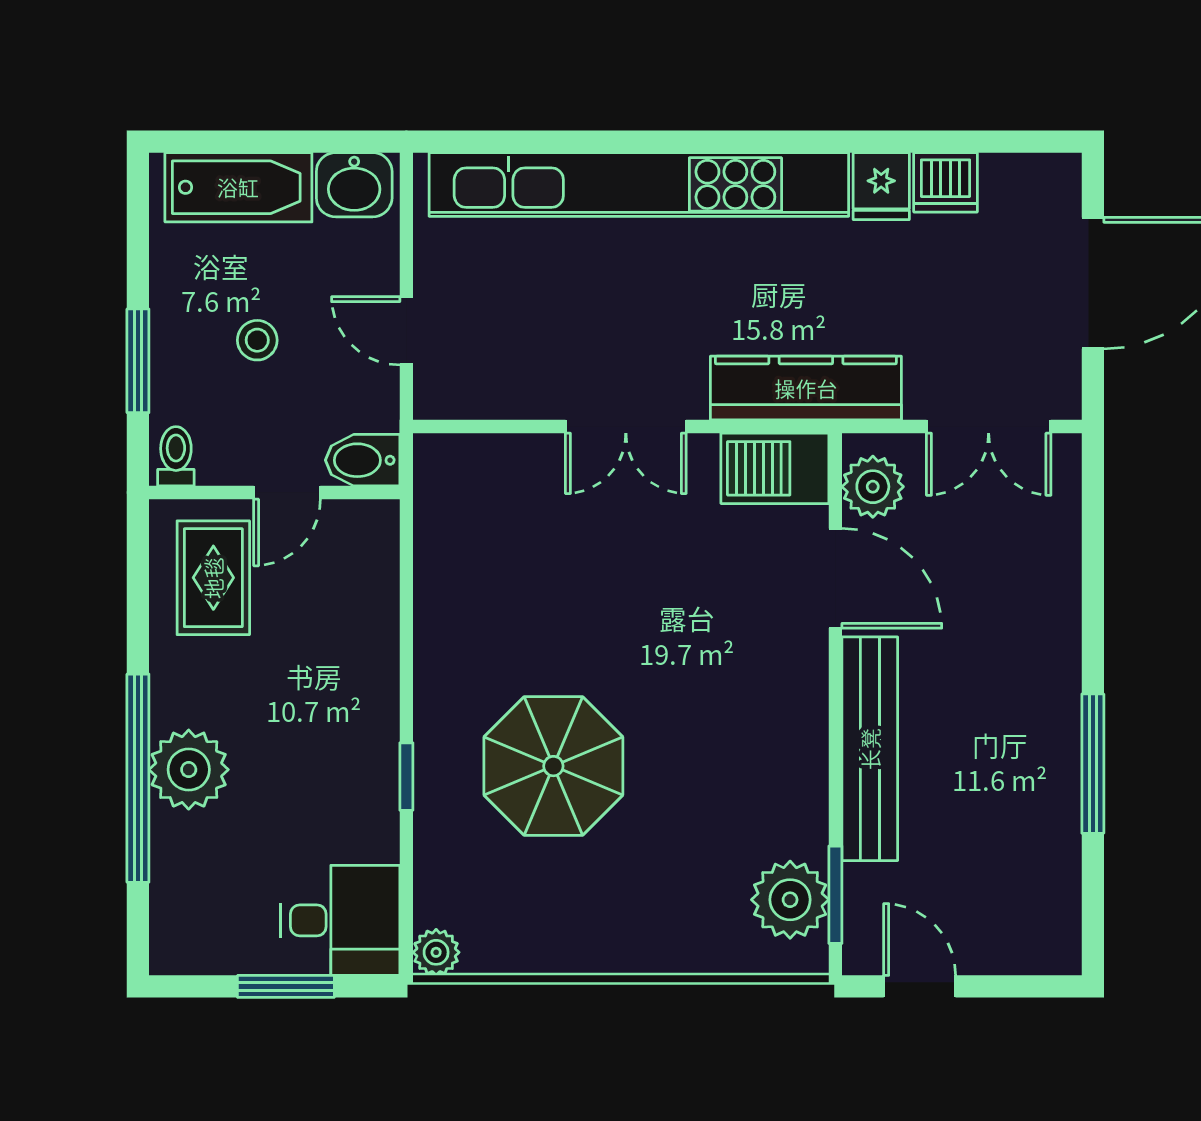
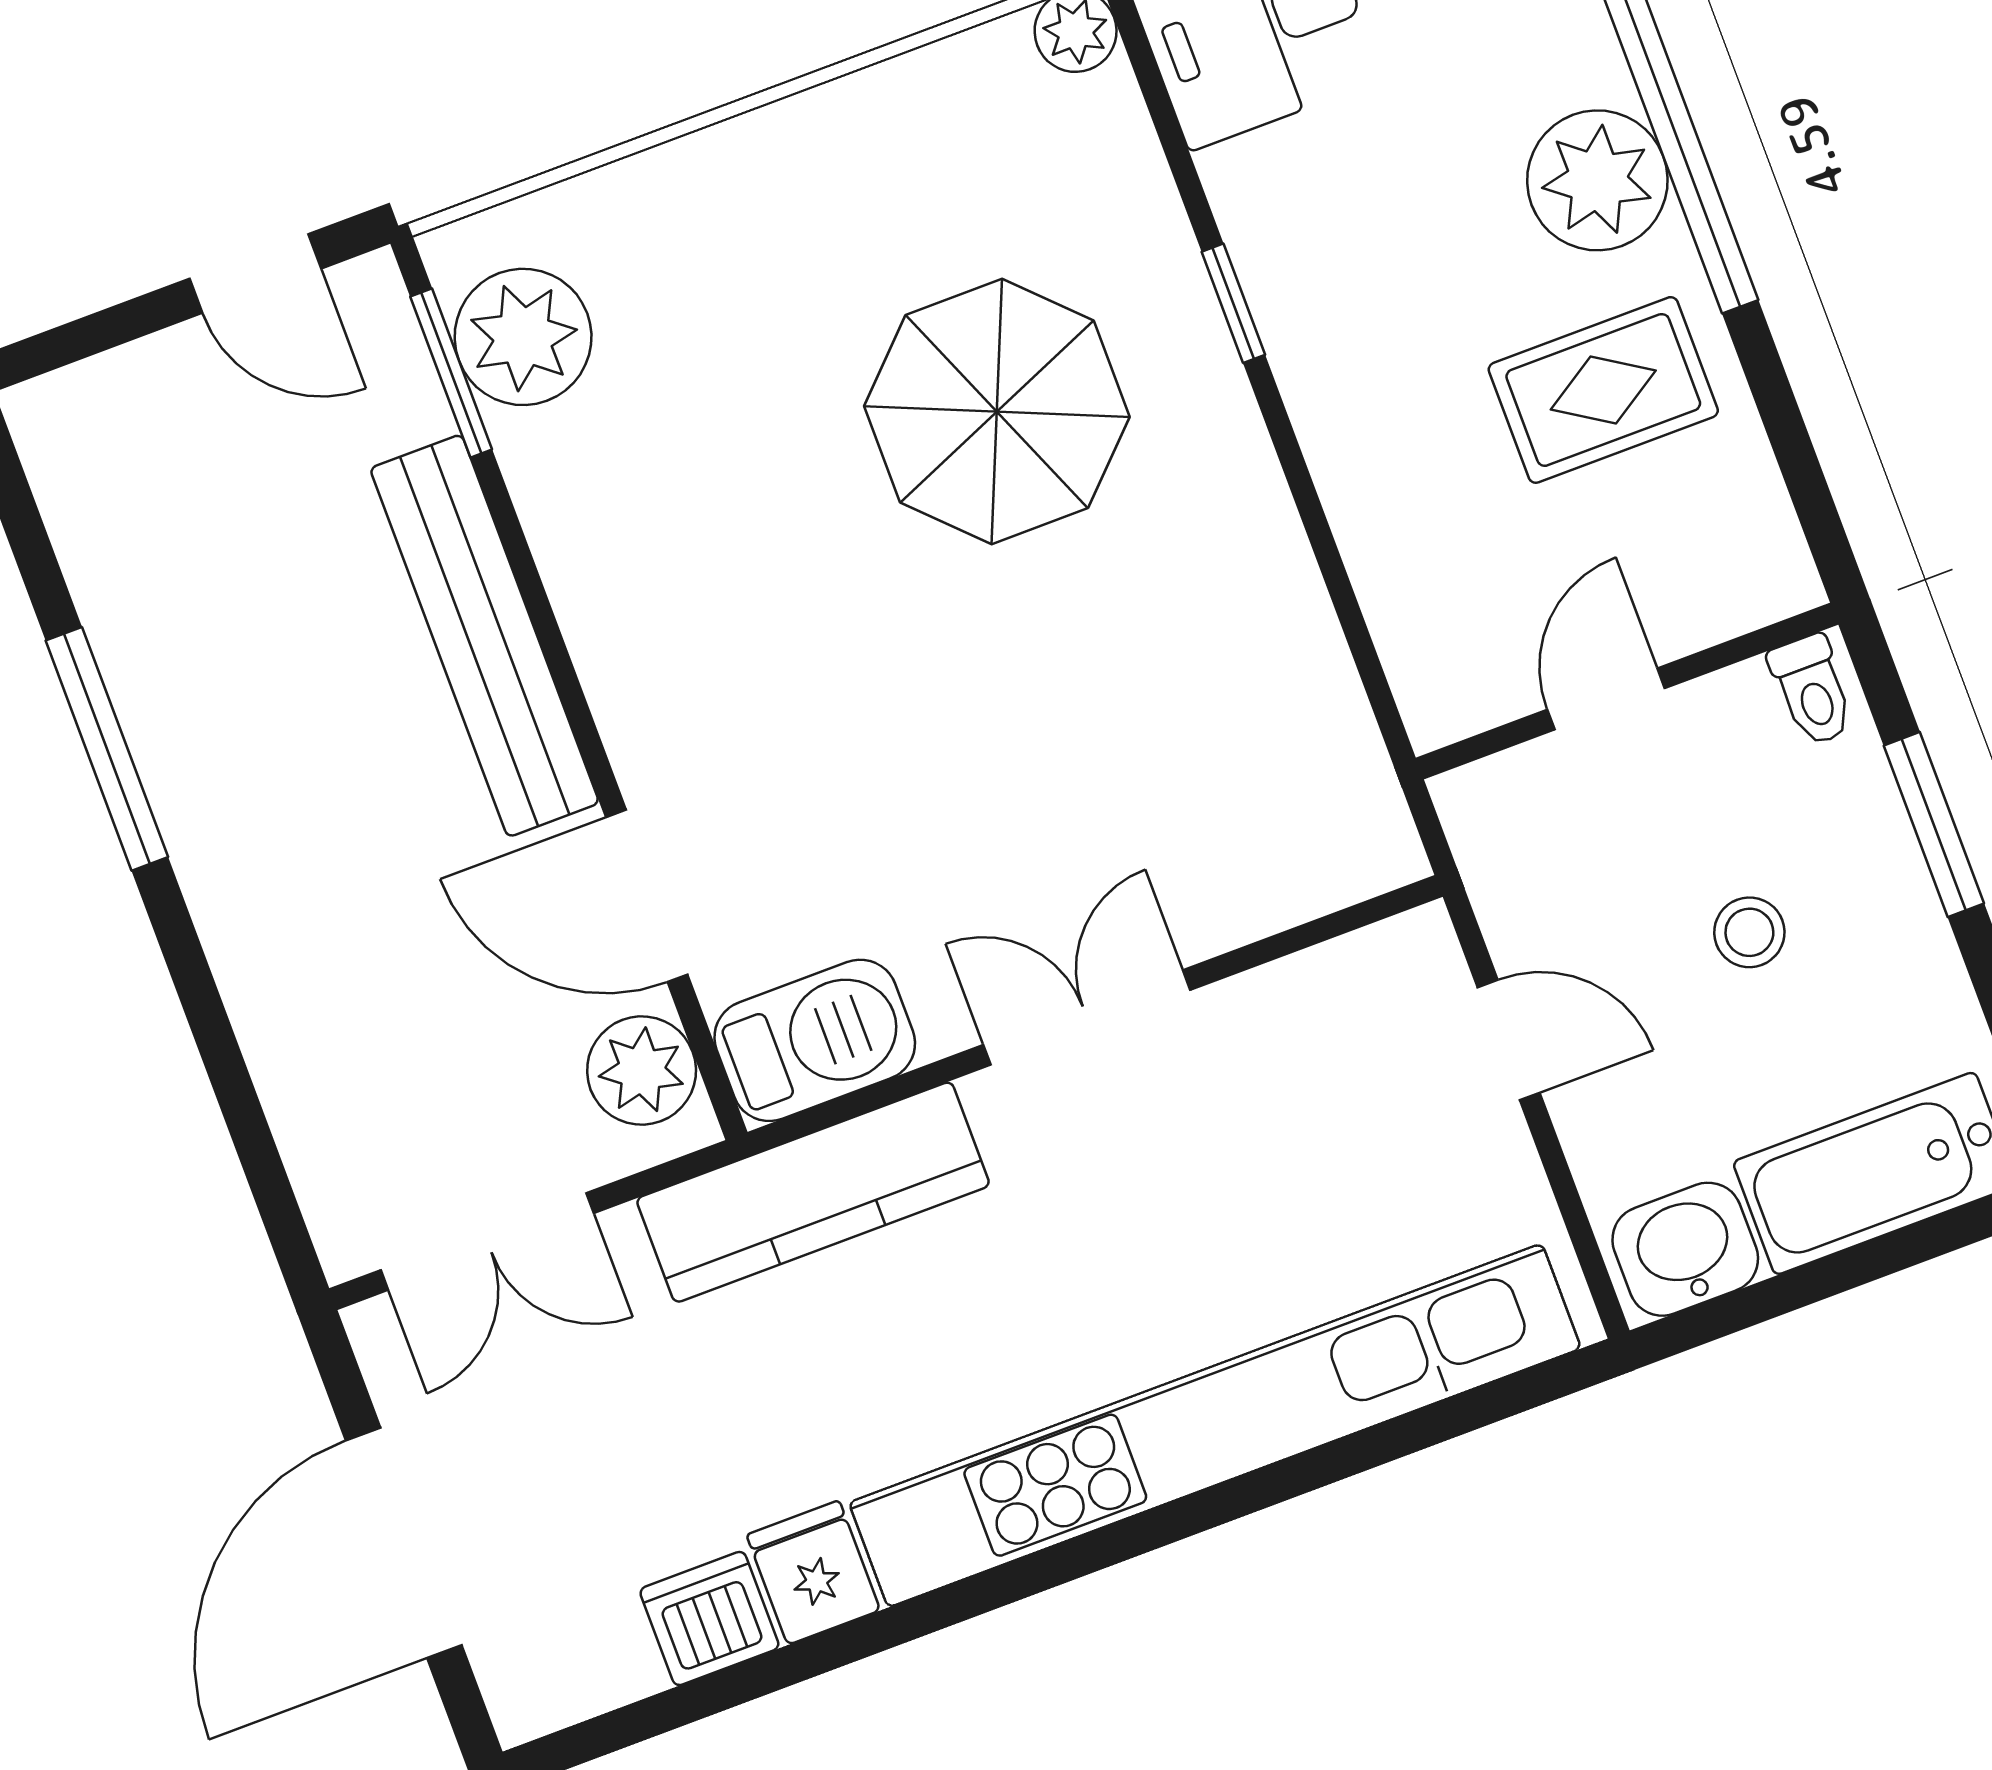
double door: (989, 427) -> (487, 1242), swing flipped
bidet: (363, 460) -> (1501, 799), removed
rug: (213, 578) -> (1603, 390), moved, turned 90

